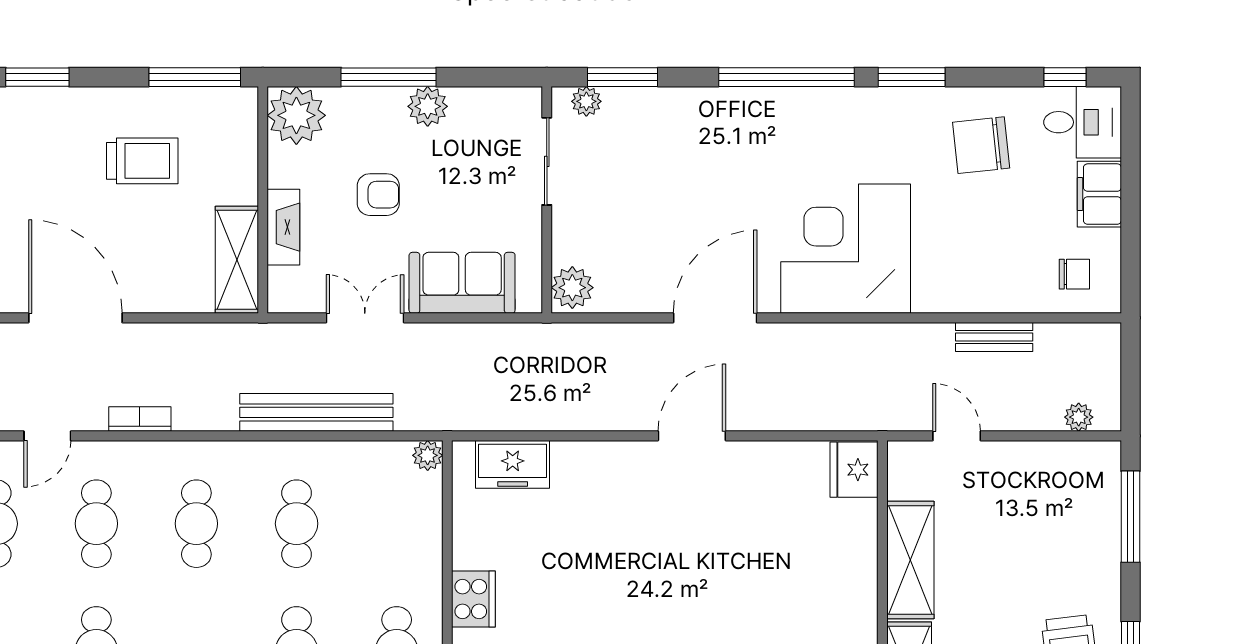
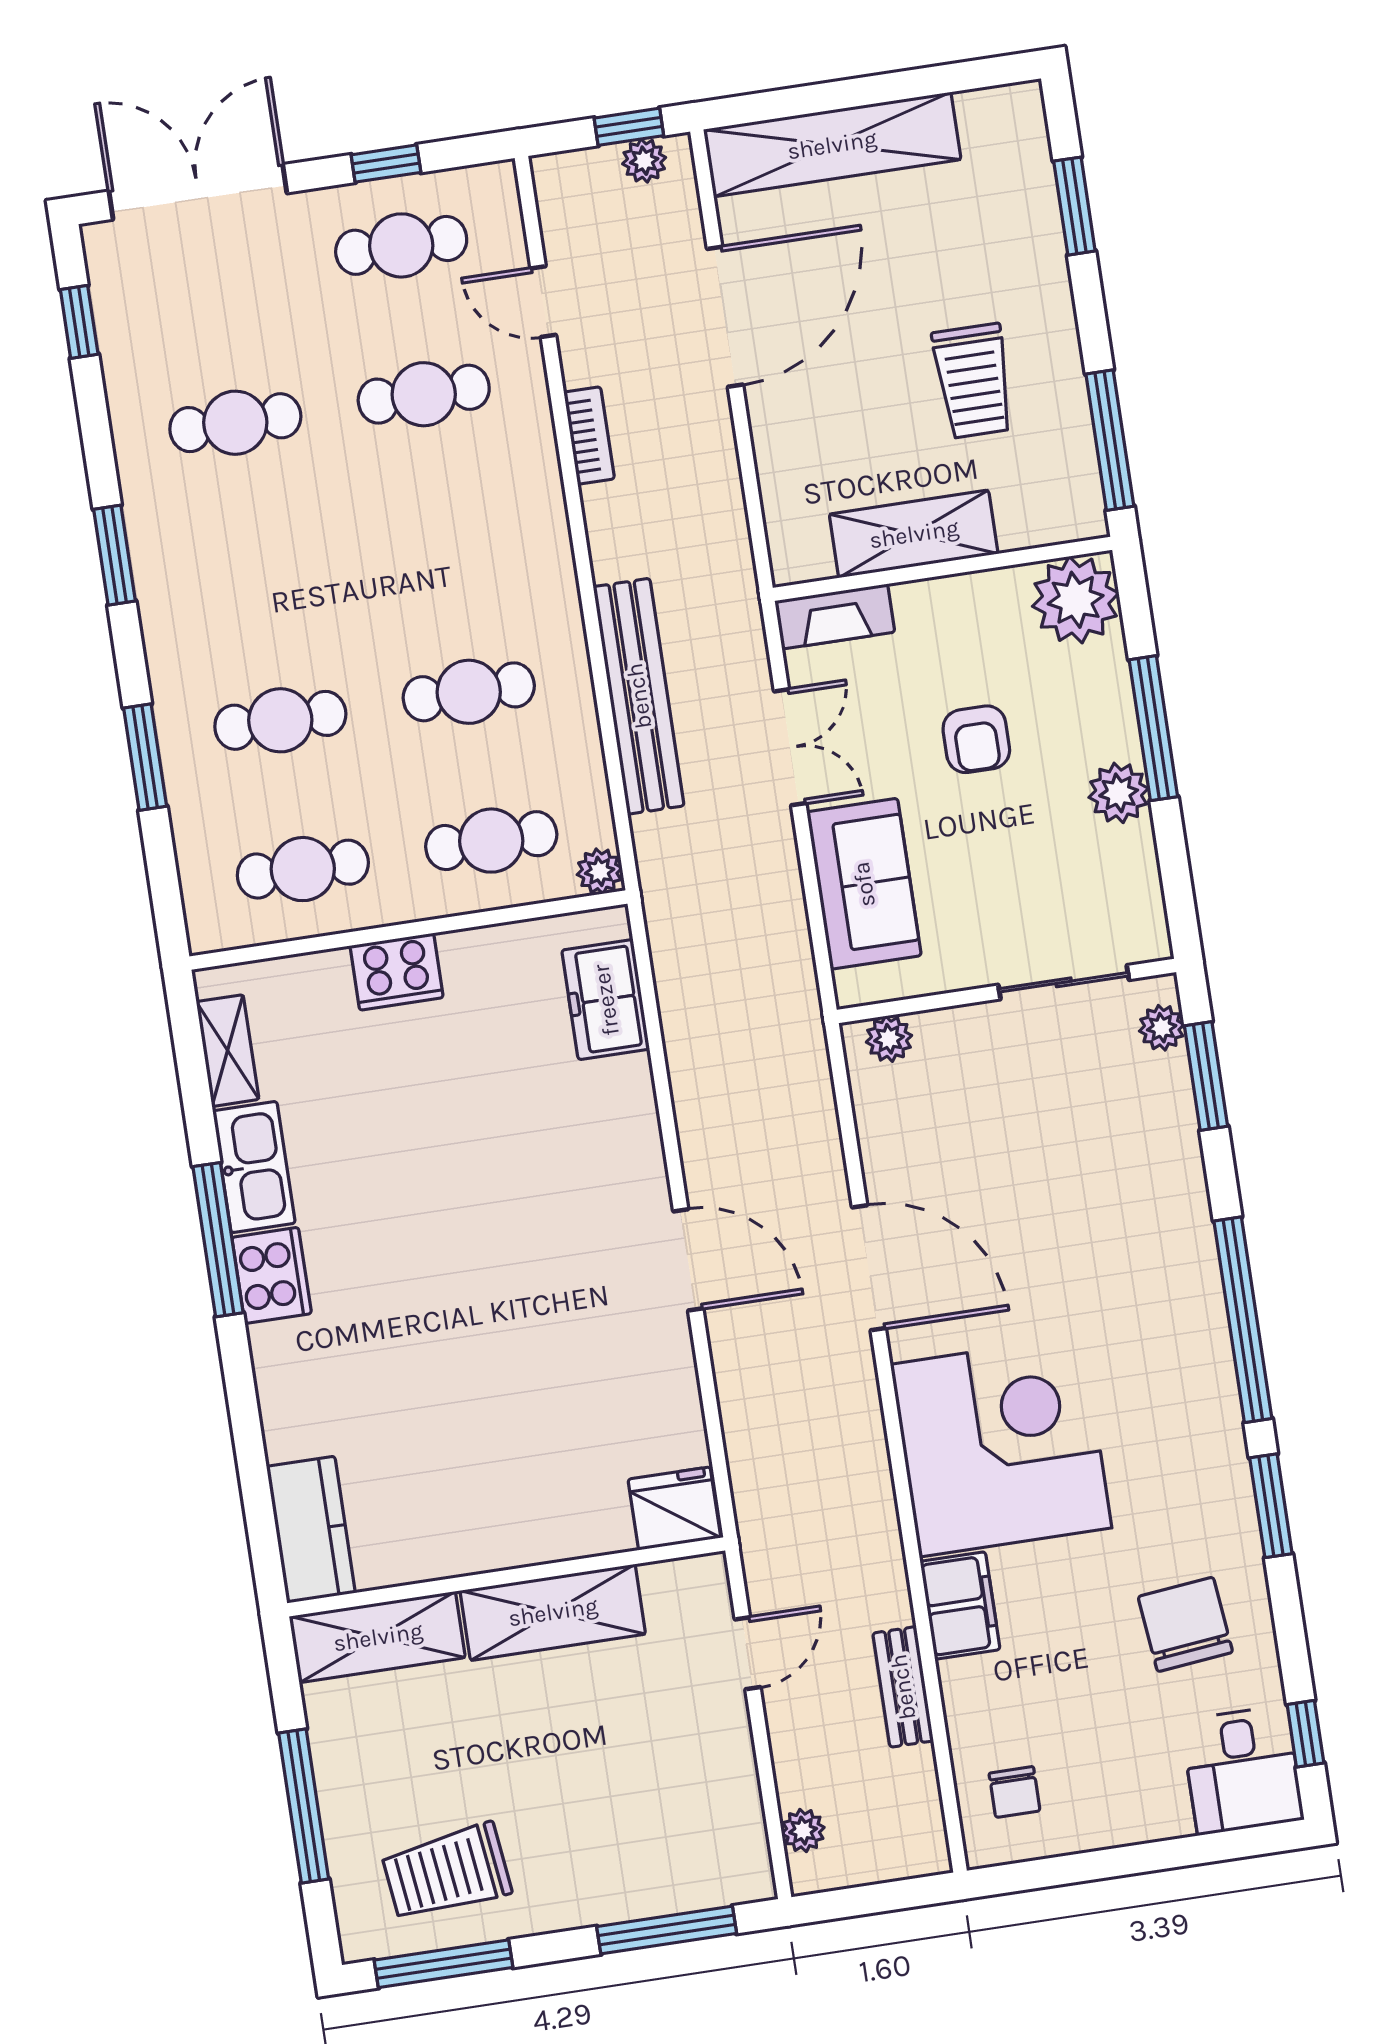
filing cabinet: (1099, 194) -> (960, 1605), moved, turned 90
fireplace: (283, 227) -> (835, 617), moved
shelving: (237, 260) -> (914, 534), moved
plant: (572, 288) -> (889, 1039), width x0.73, depth x0.73
cafe table: (196, 524) -> (491, 841), moved

